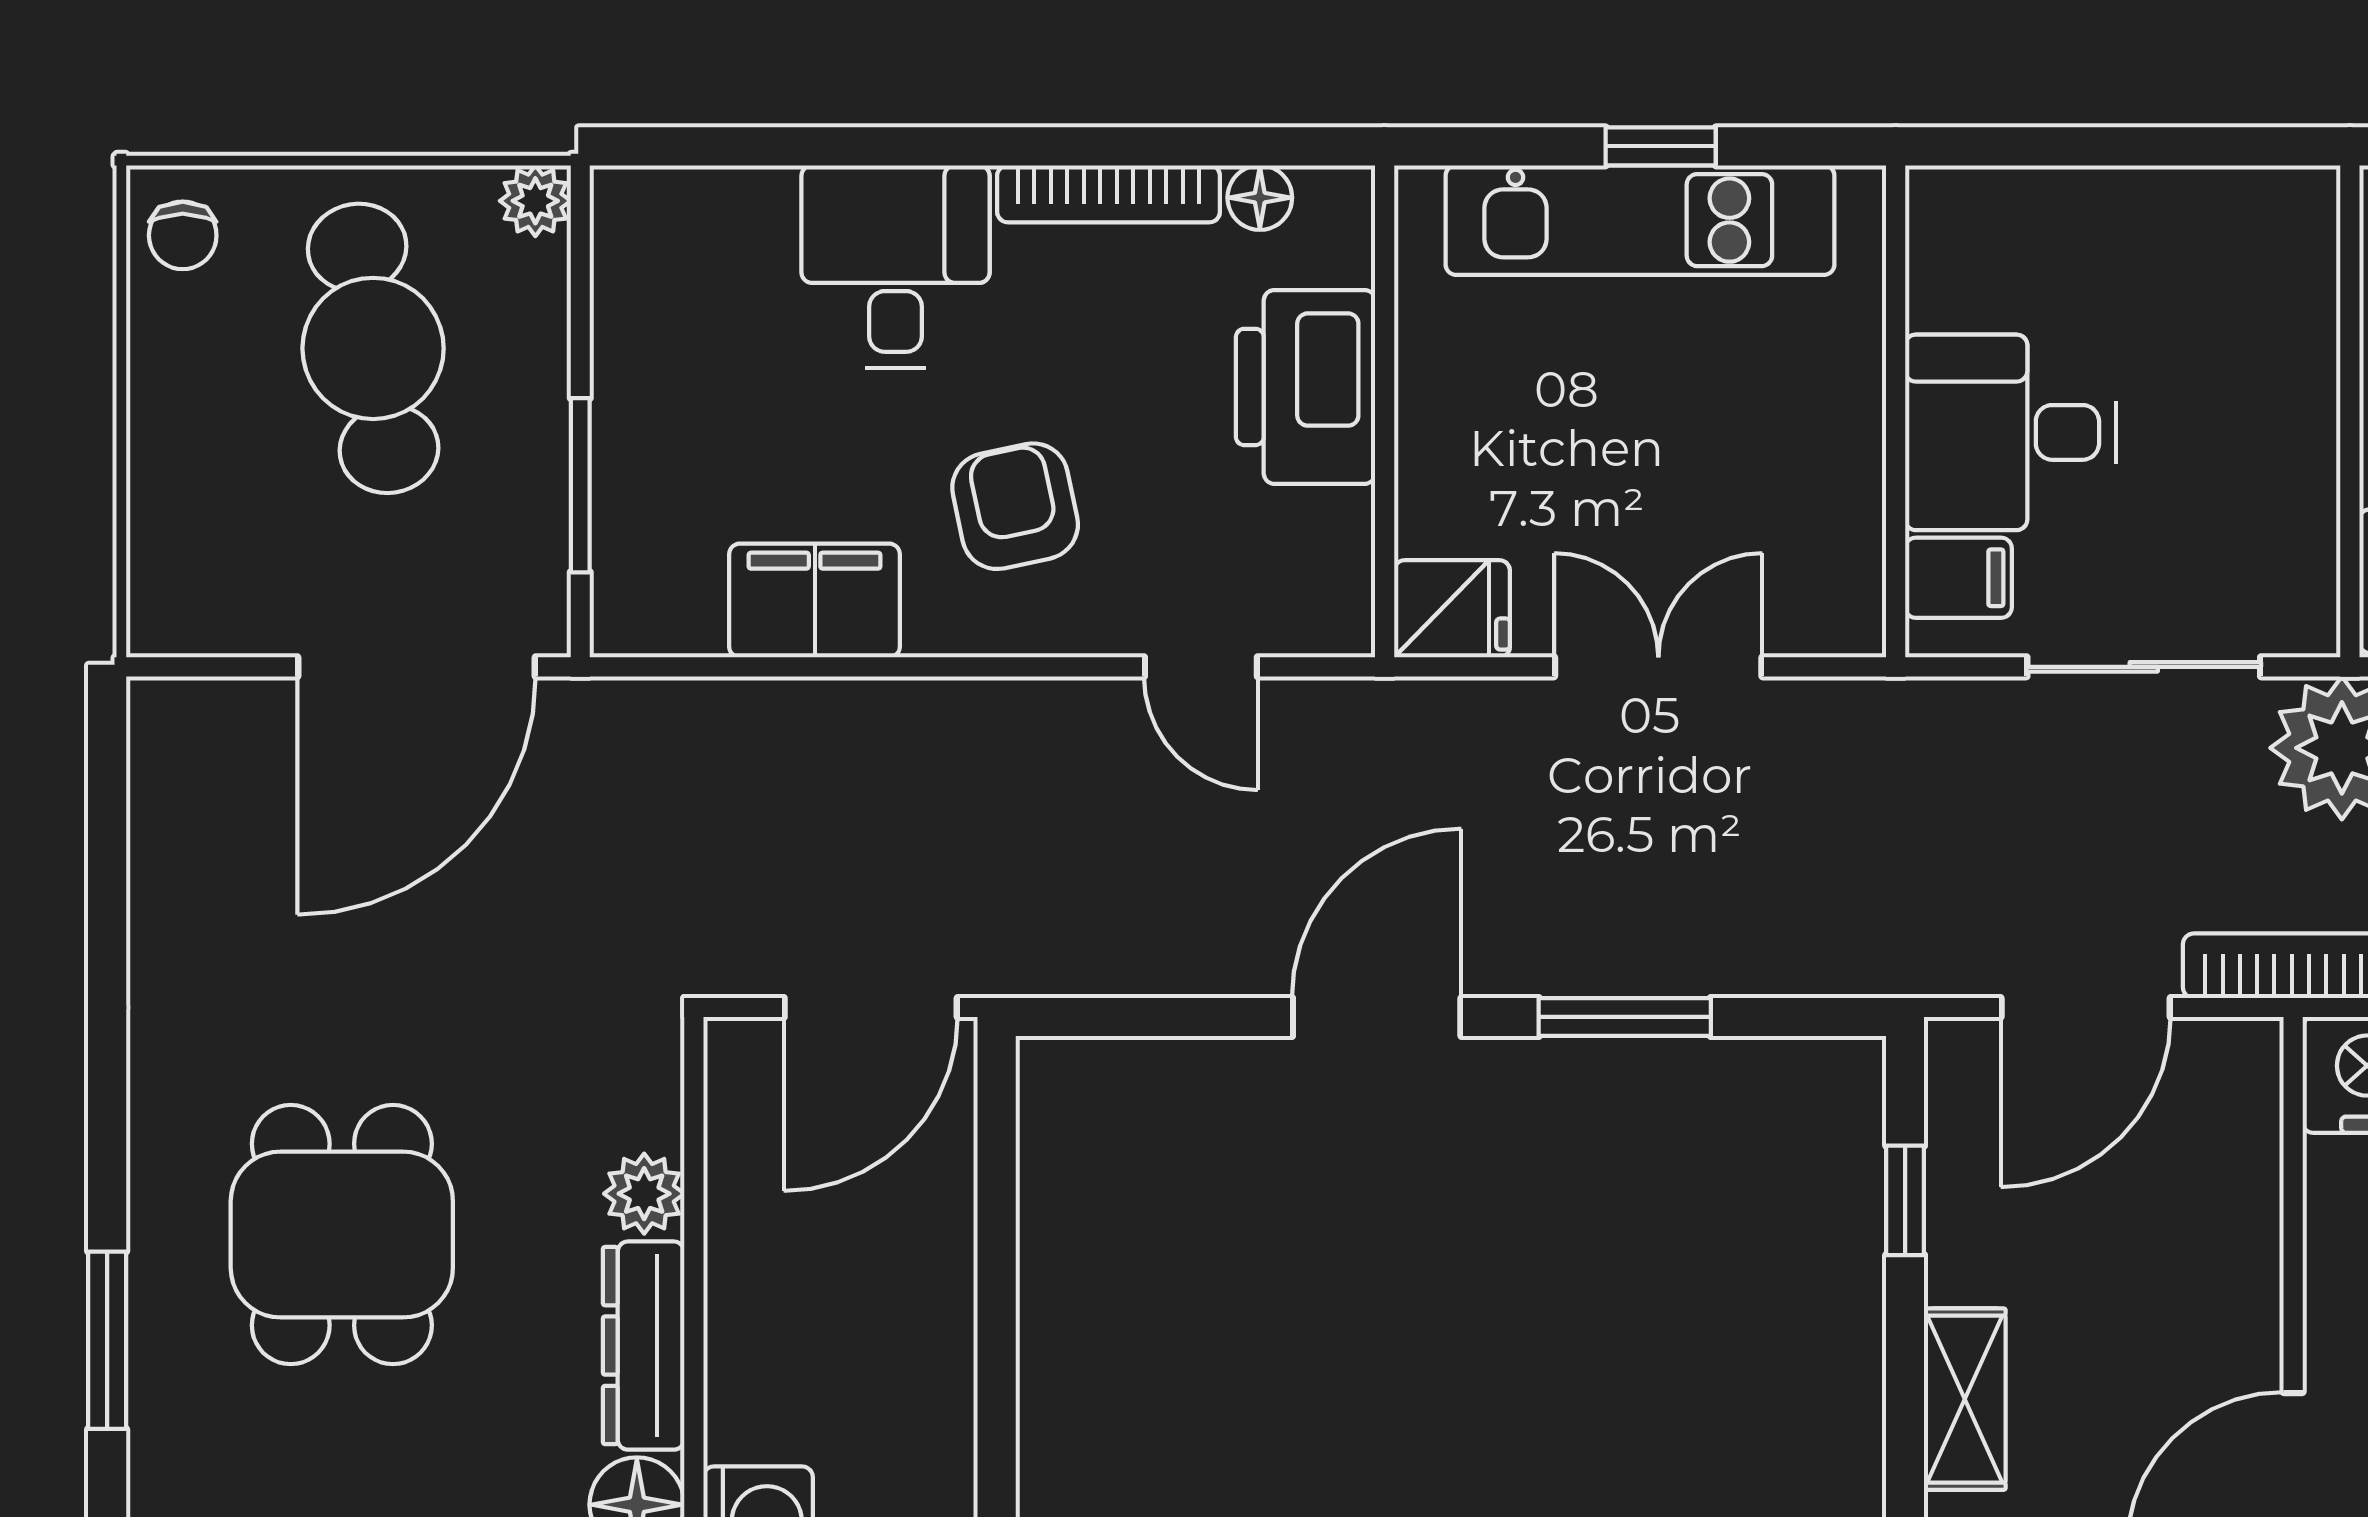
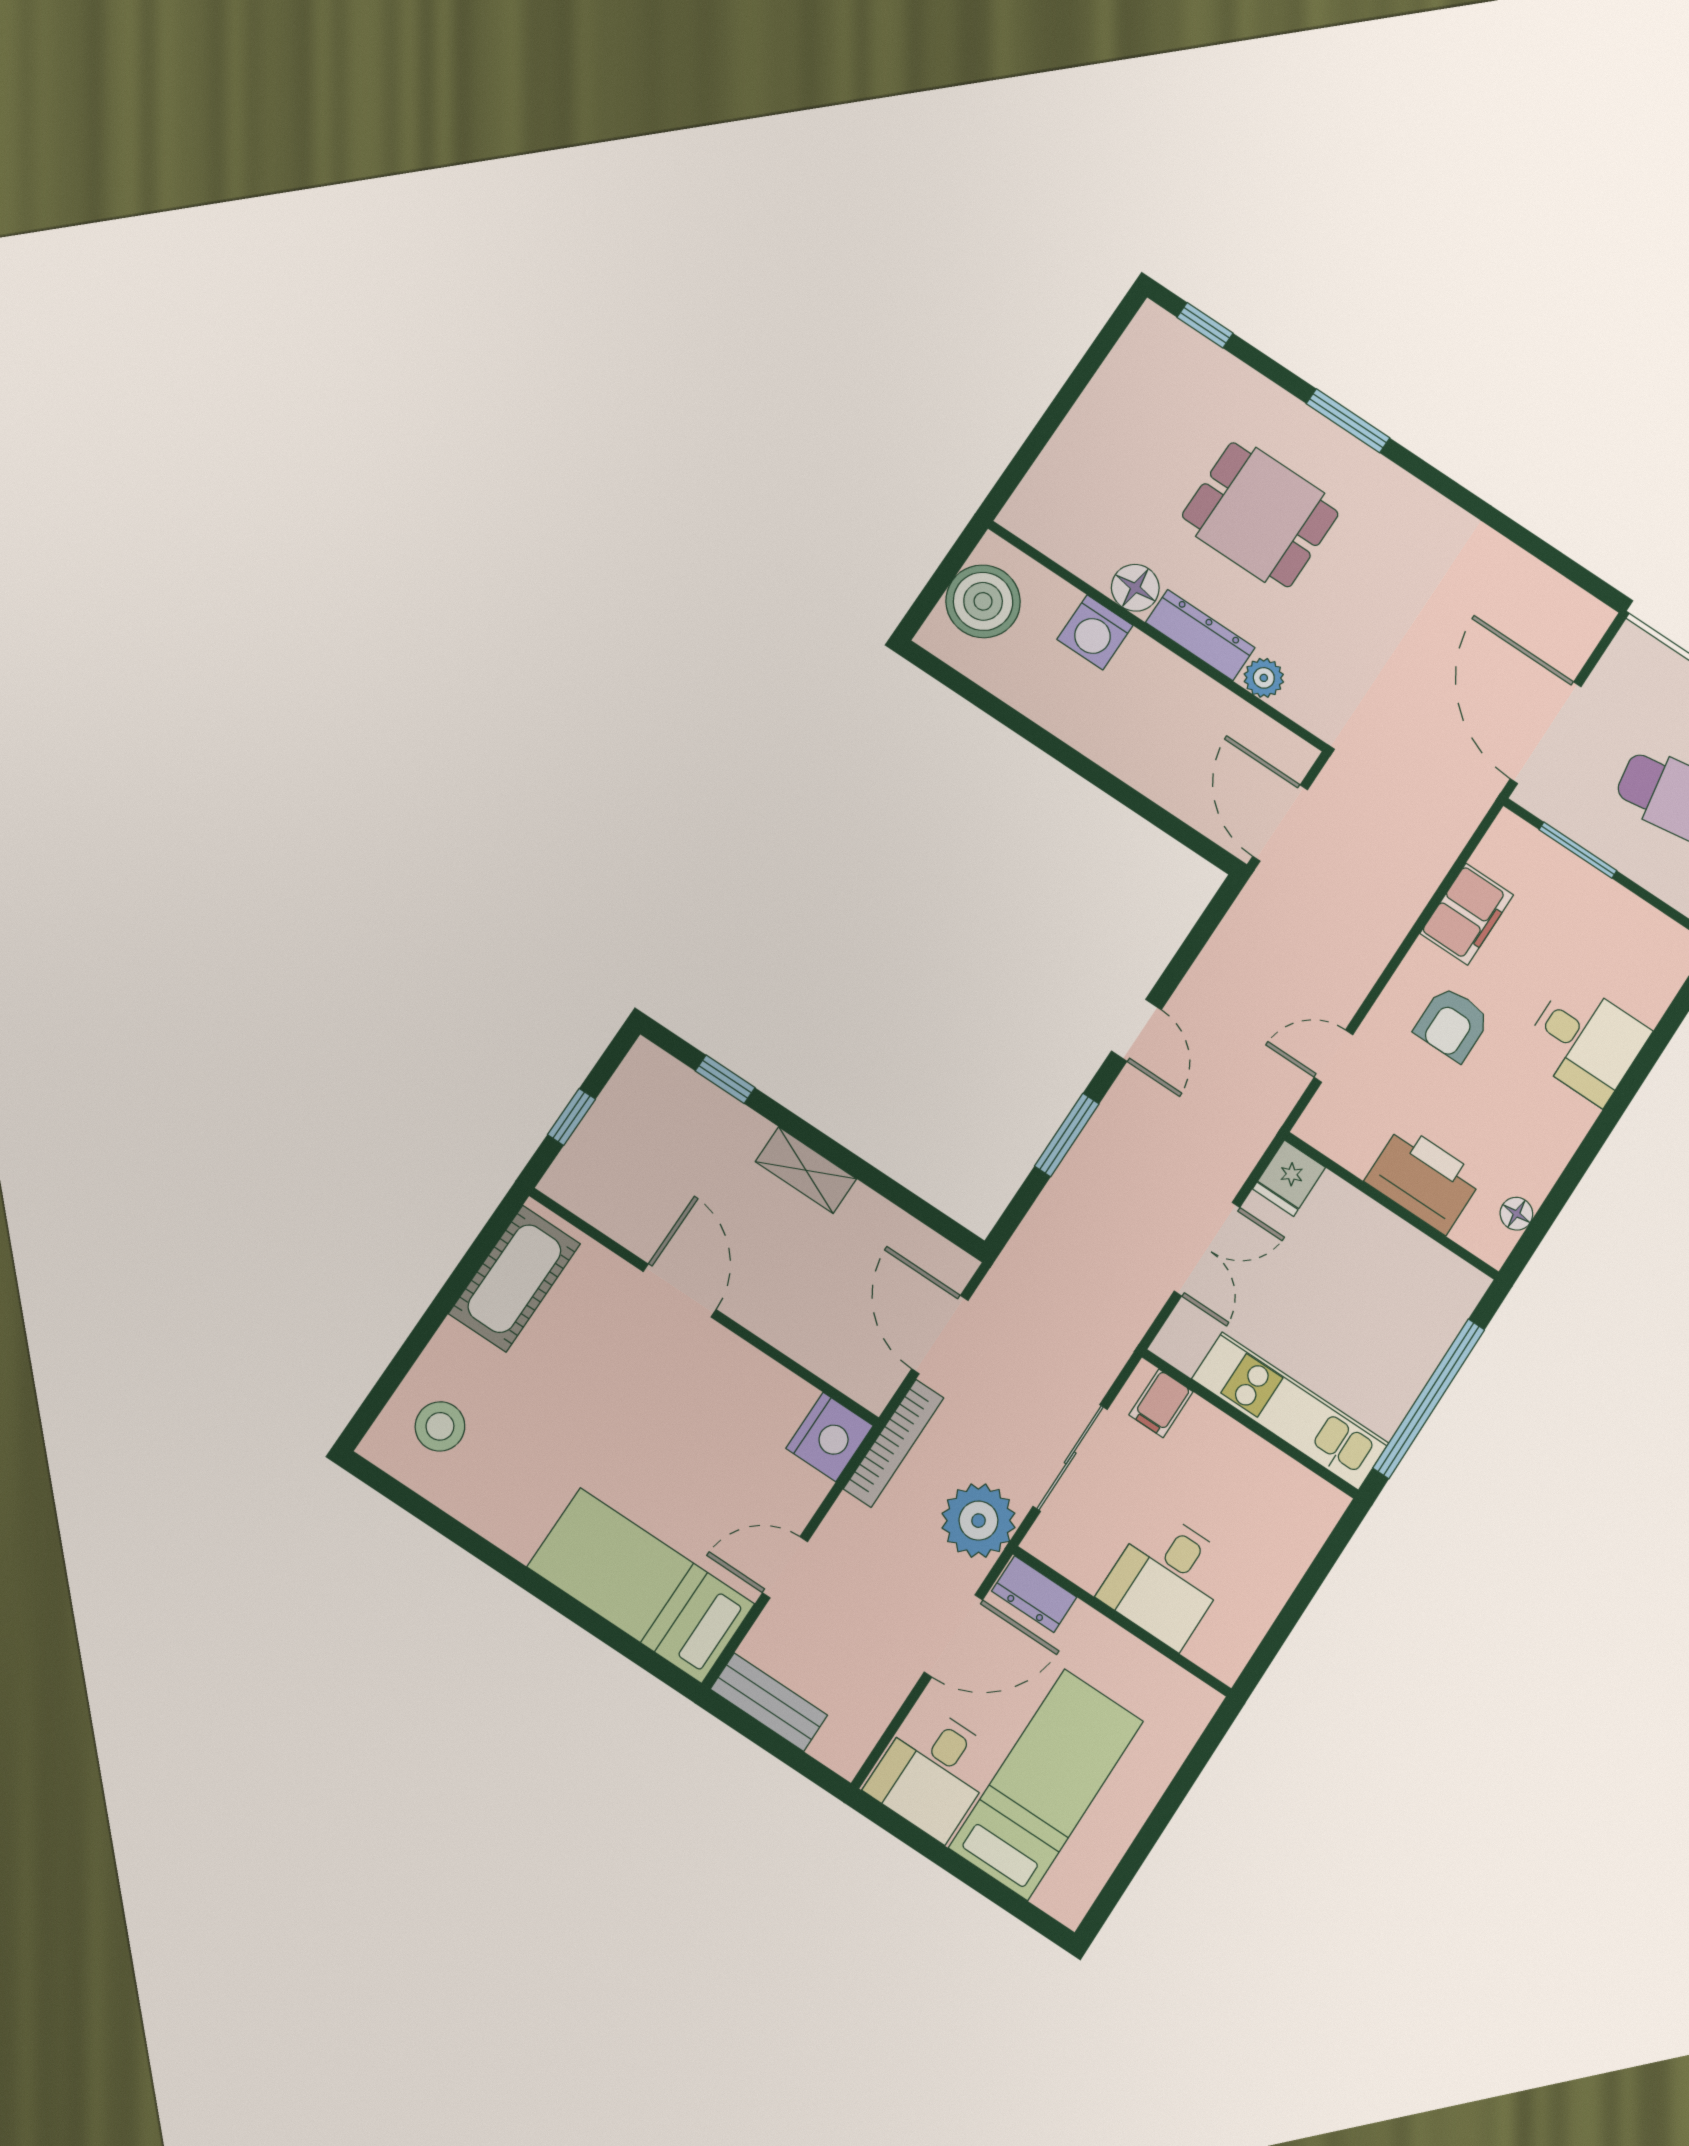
window: (1661, 146) -> (1429, 1399), width x3.17
bookcase: (1109, 194) -> (1559, 1151), removed
kitchen unit: (1640, 220) -> (1290, 1411), moved, turned 90
desk: (2010, 432) -> (1167, 1579), moved, turned 180
armchair: (1015, 506) -> (1452, 1024), turned 102
door: (1377, 1017) -> (1136, 1030), width x0.73
window: (1905, 1200) -> (909, 1202), removed
dining table: (342, 1235) -> (1260, 515), moved

